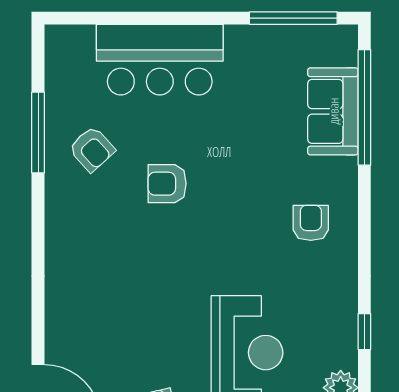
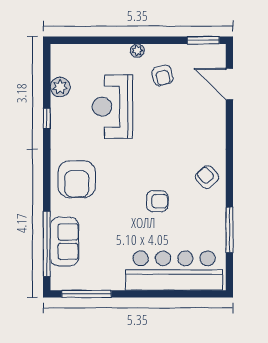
bar counter: (160, 60) -> (174, 271), width x1.36
armchair: (92, 149) -> (207, 177), moved
armchair: (311, 223) -> (77, 179), width x1.88, depth x1.88

